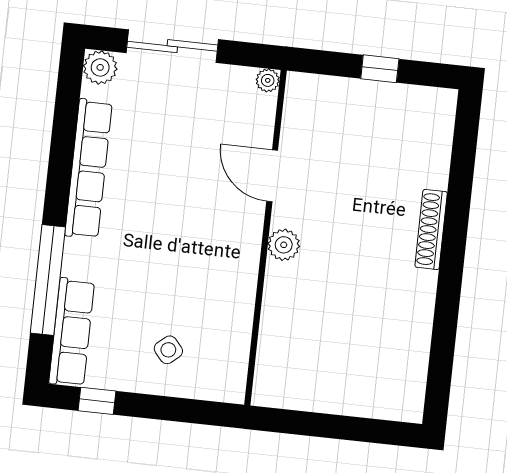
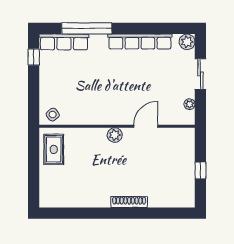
sliding door: (172, 46) -> (200, 74), width x0.73
plant: (268, 80) -> (189, 104), moved
side table: (168, 350) -> (53, 115), moved
rug: (300, 379) -> (54, 149), added

